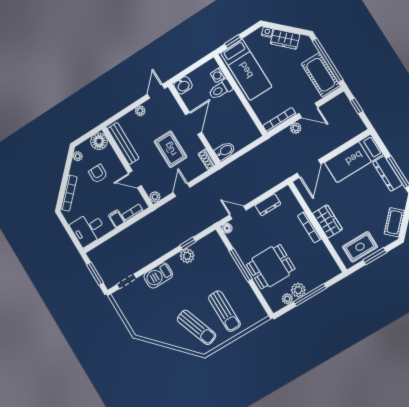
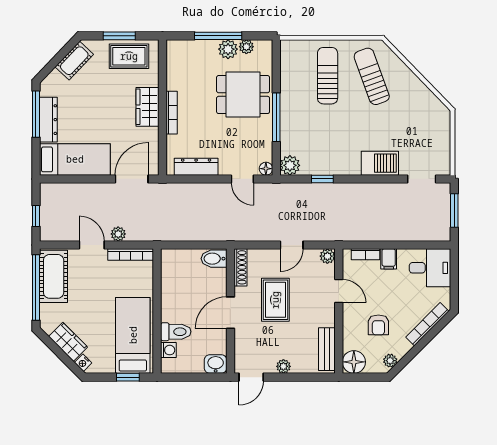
bench: (123, 143) -> (327, 349), width x0.73
shoe rack: (207, 159) -> (240, 267), width x1.43
dresser: (268, 205) -> (196, 167), width x1.44
plant: (187, 256) -> (290, 165), moved

